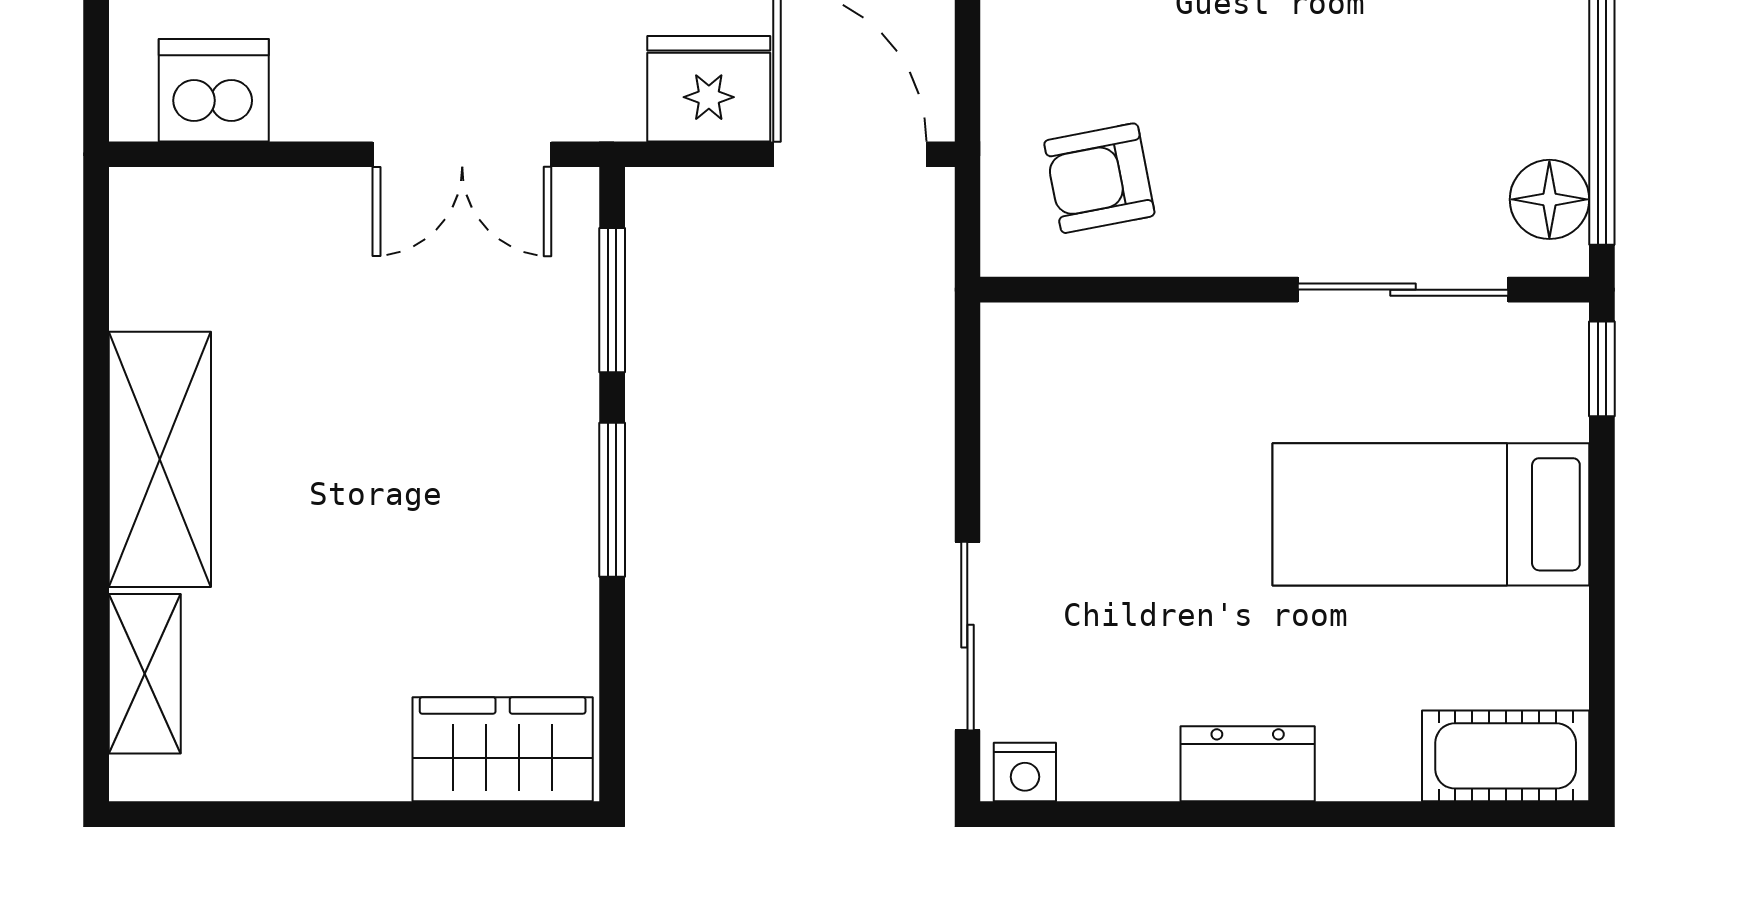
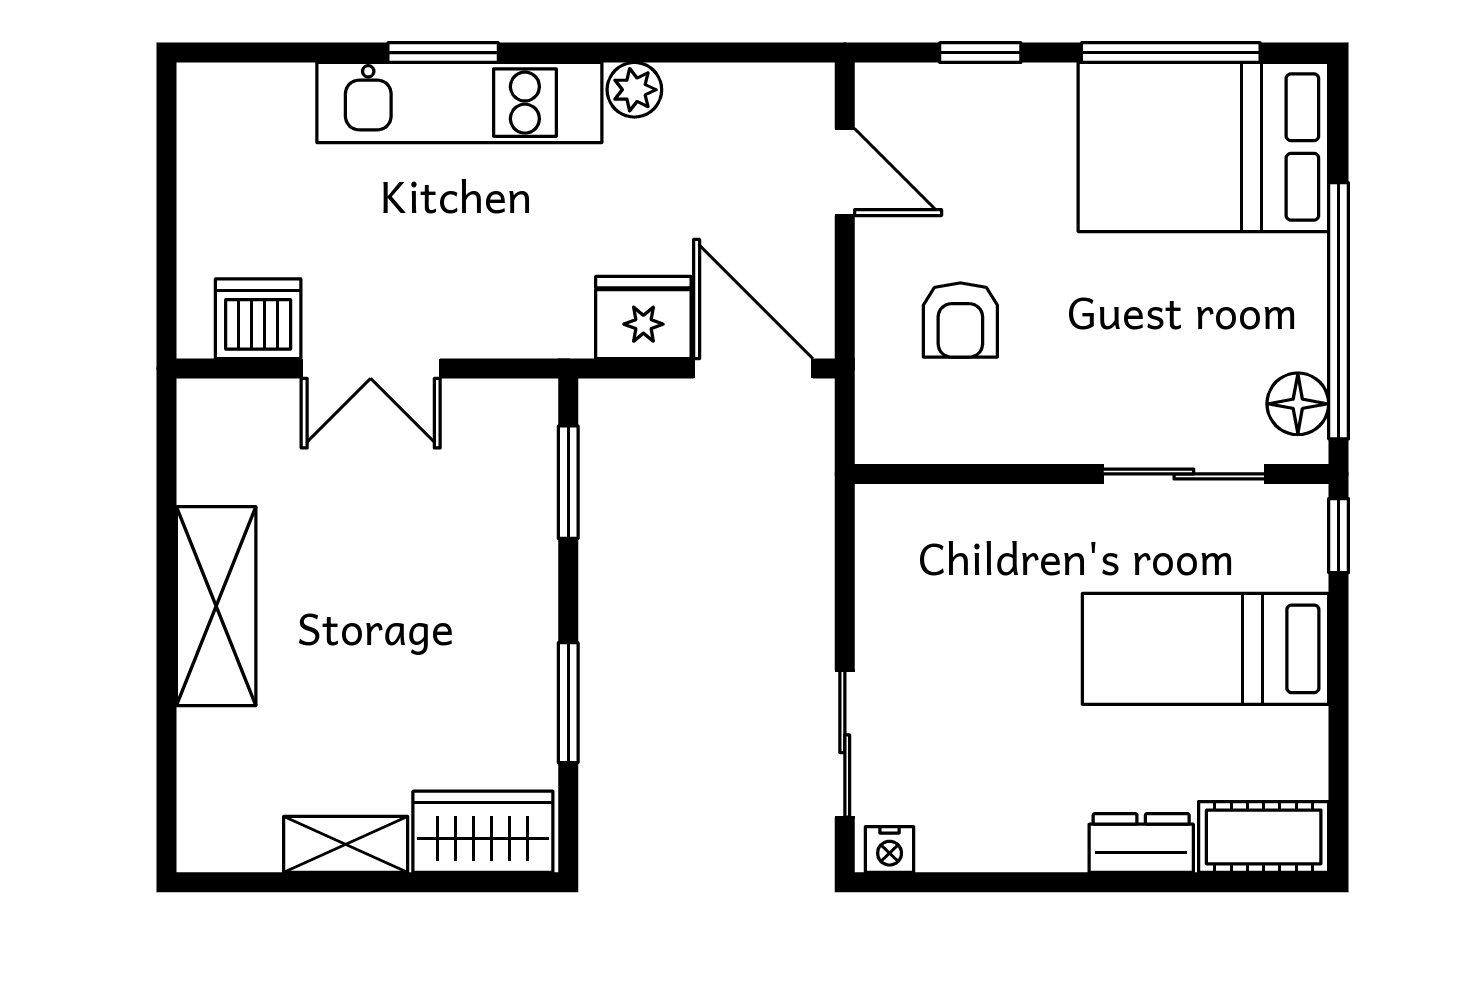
double door: (462, 154) -> (371, 369), moved
armchair: (1099, 178) -> (960, 320), moved, turned -79
window: (612, 500) -> (568, 703), moved
shelving: (145, 674) -> (346, 844), moved, turned 90
dresser: (1248, 764) -> (1141, 843), moved

